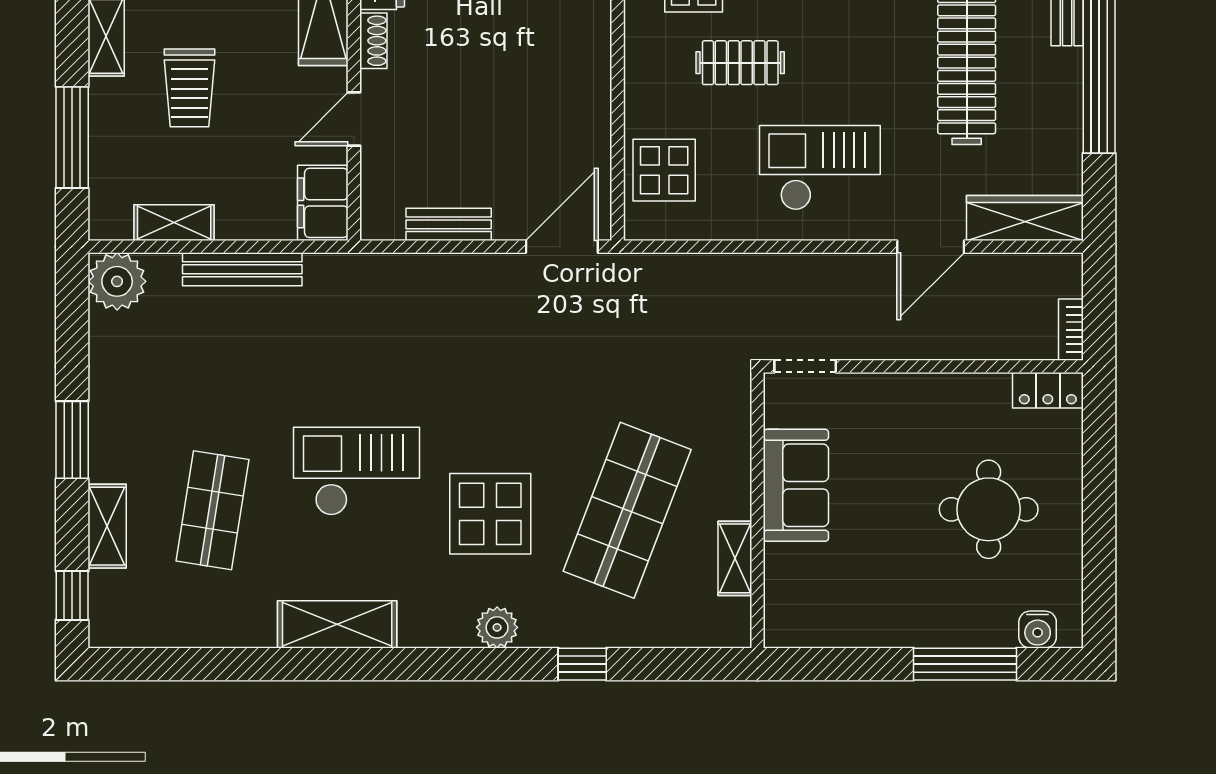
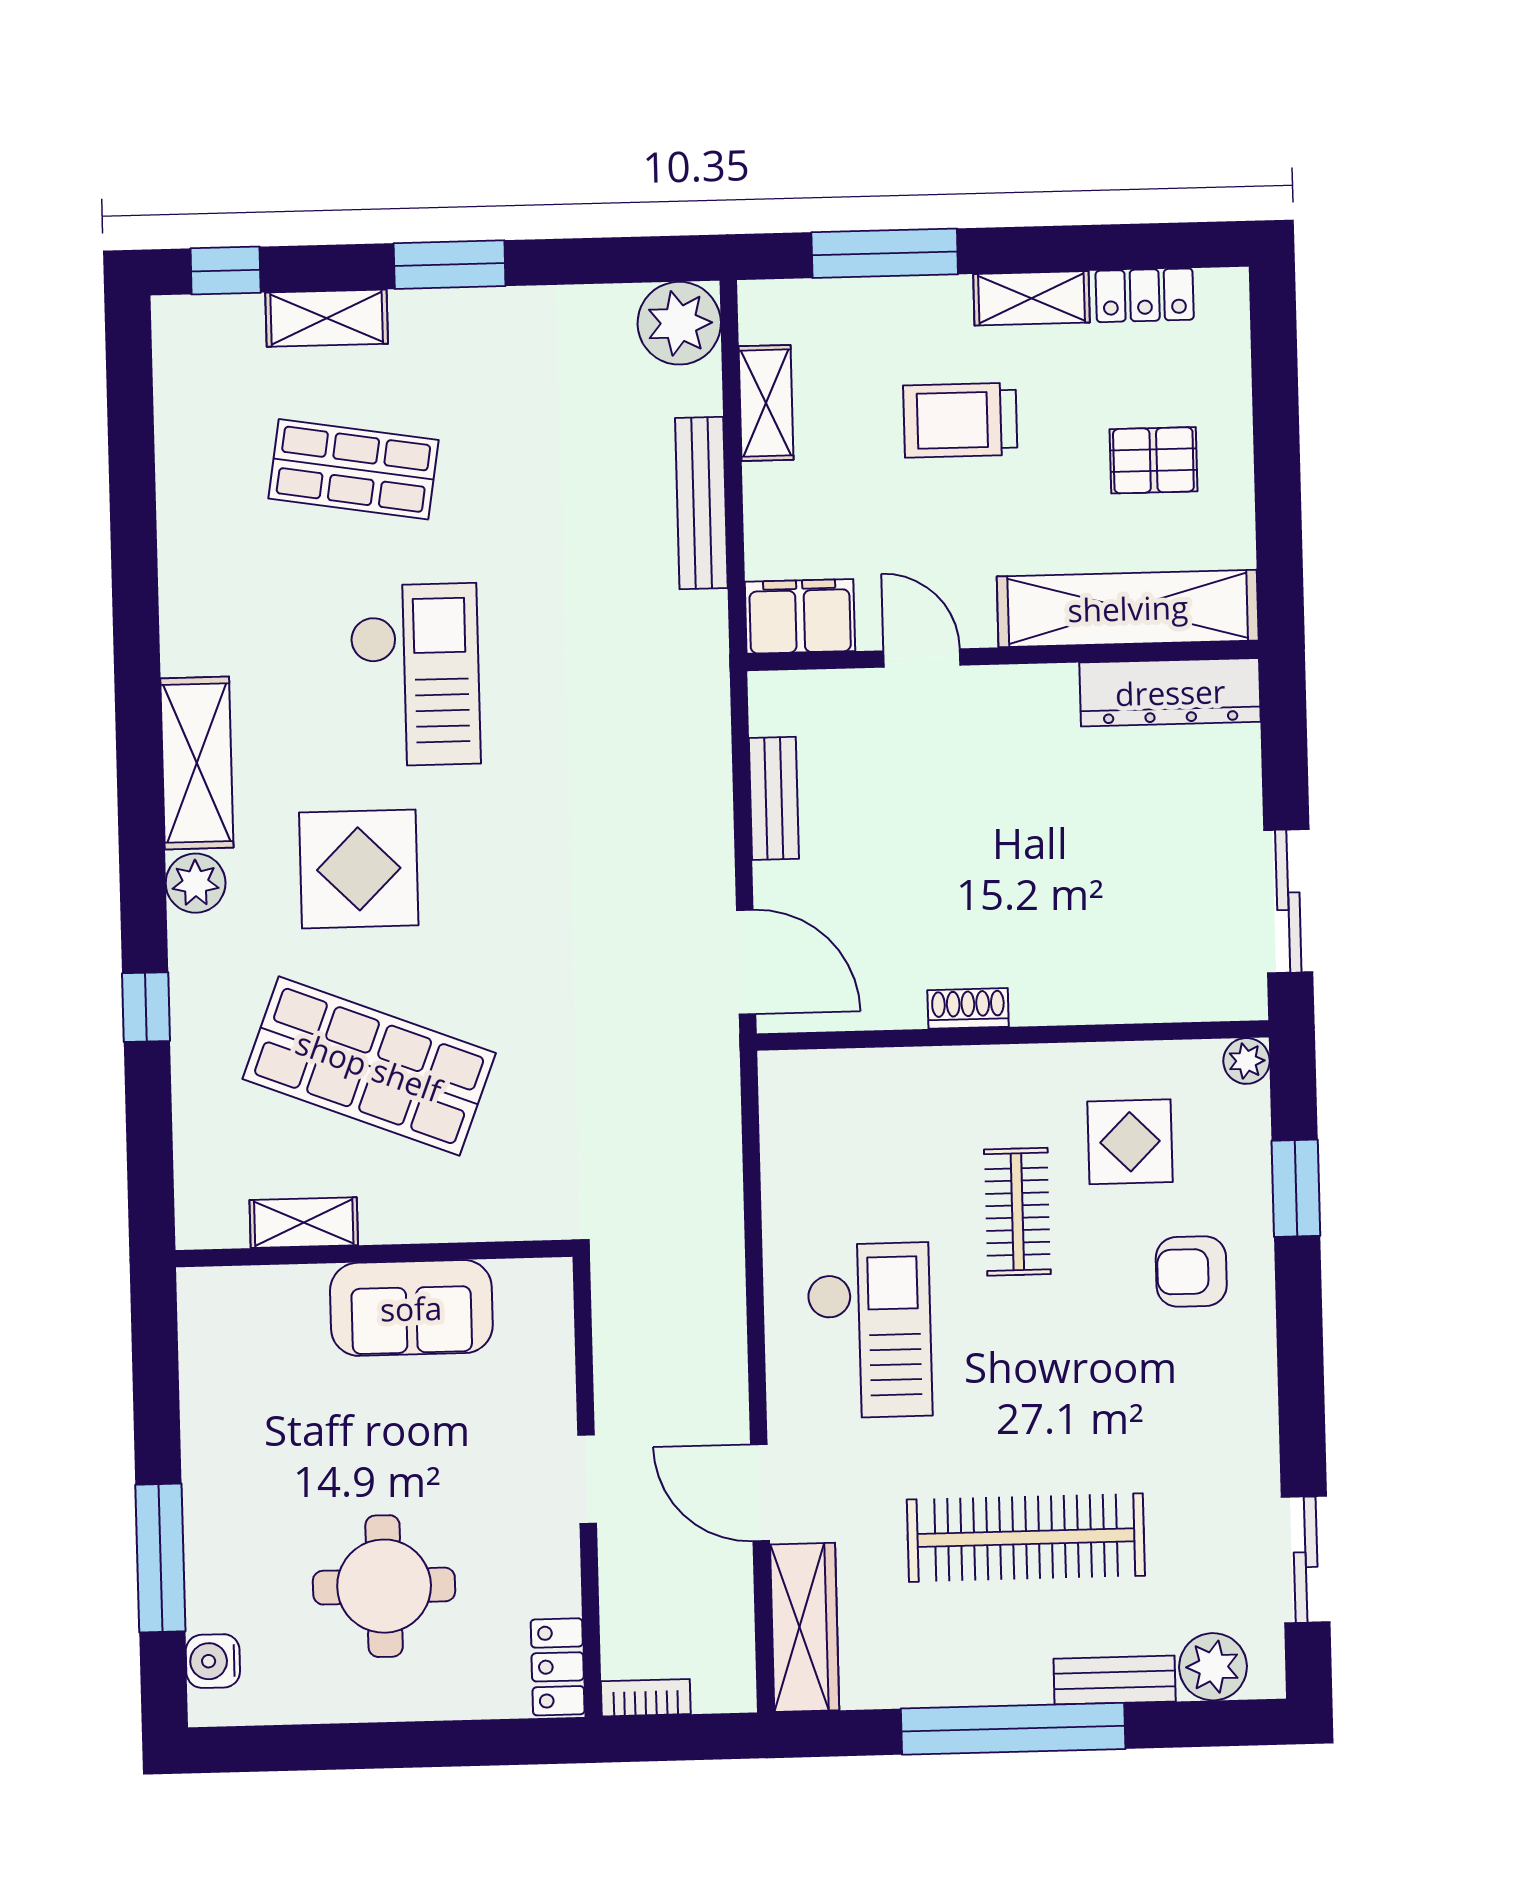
shoe rack: (373, 41) -> (968, 1008), moved, turned 180
display table: (664, 170) -> (860, 1106), removed
doorway: (805, 366) -> (587, 1479), moved
shelving: (337, 624) -> (197, 763), moved

